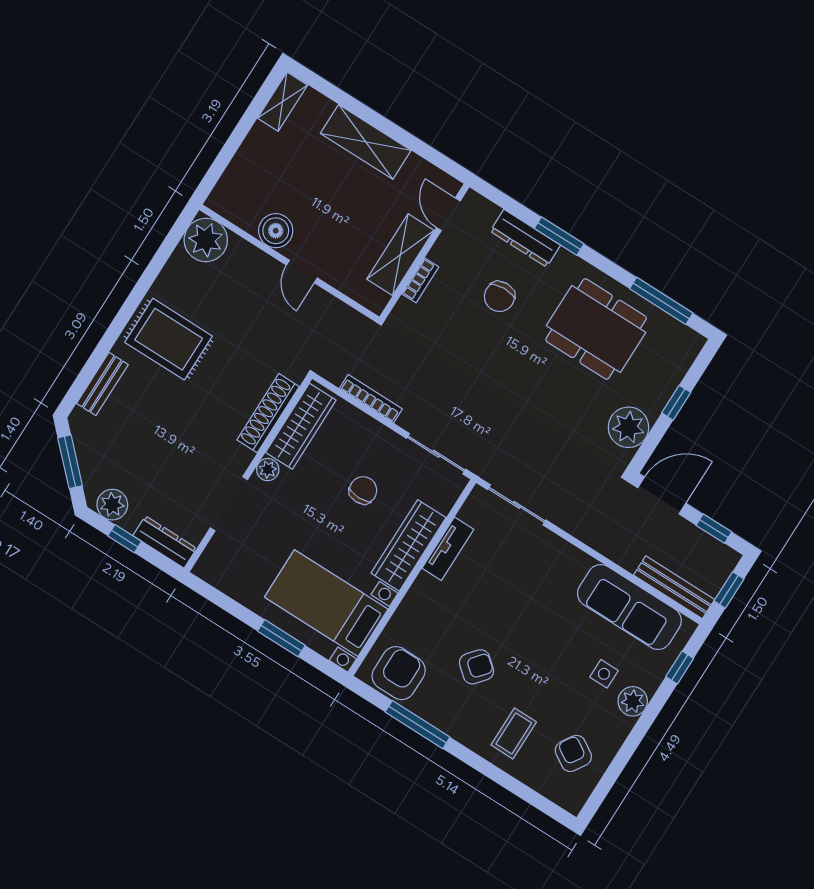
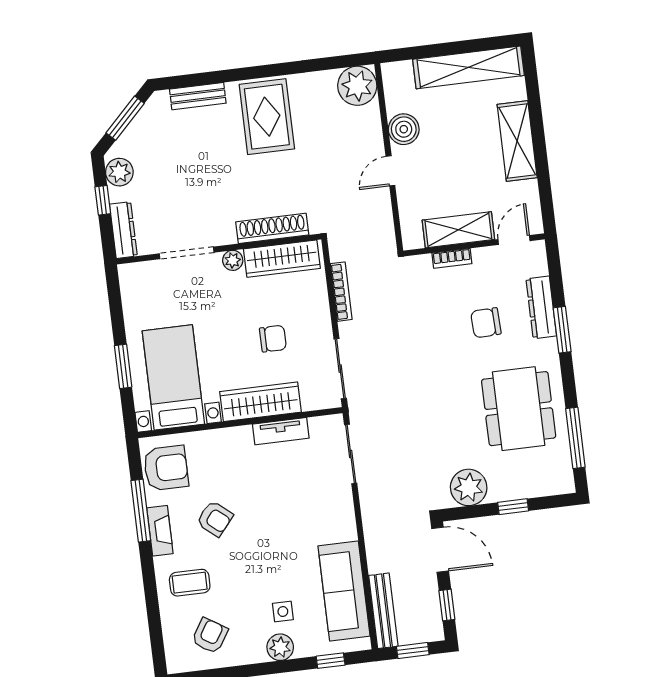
shelving: (282, 102) -> (468, 67), width x2.20, depth x1.33
fireplace: (448, 722) -> (160, 531), added

